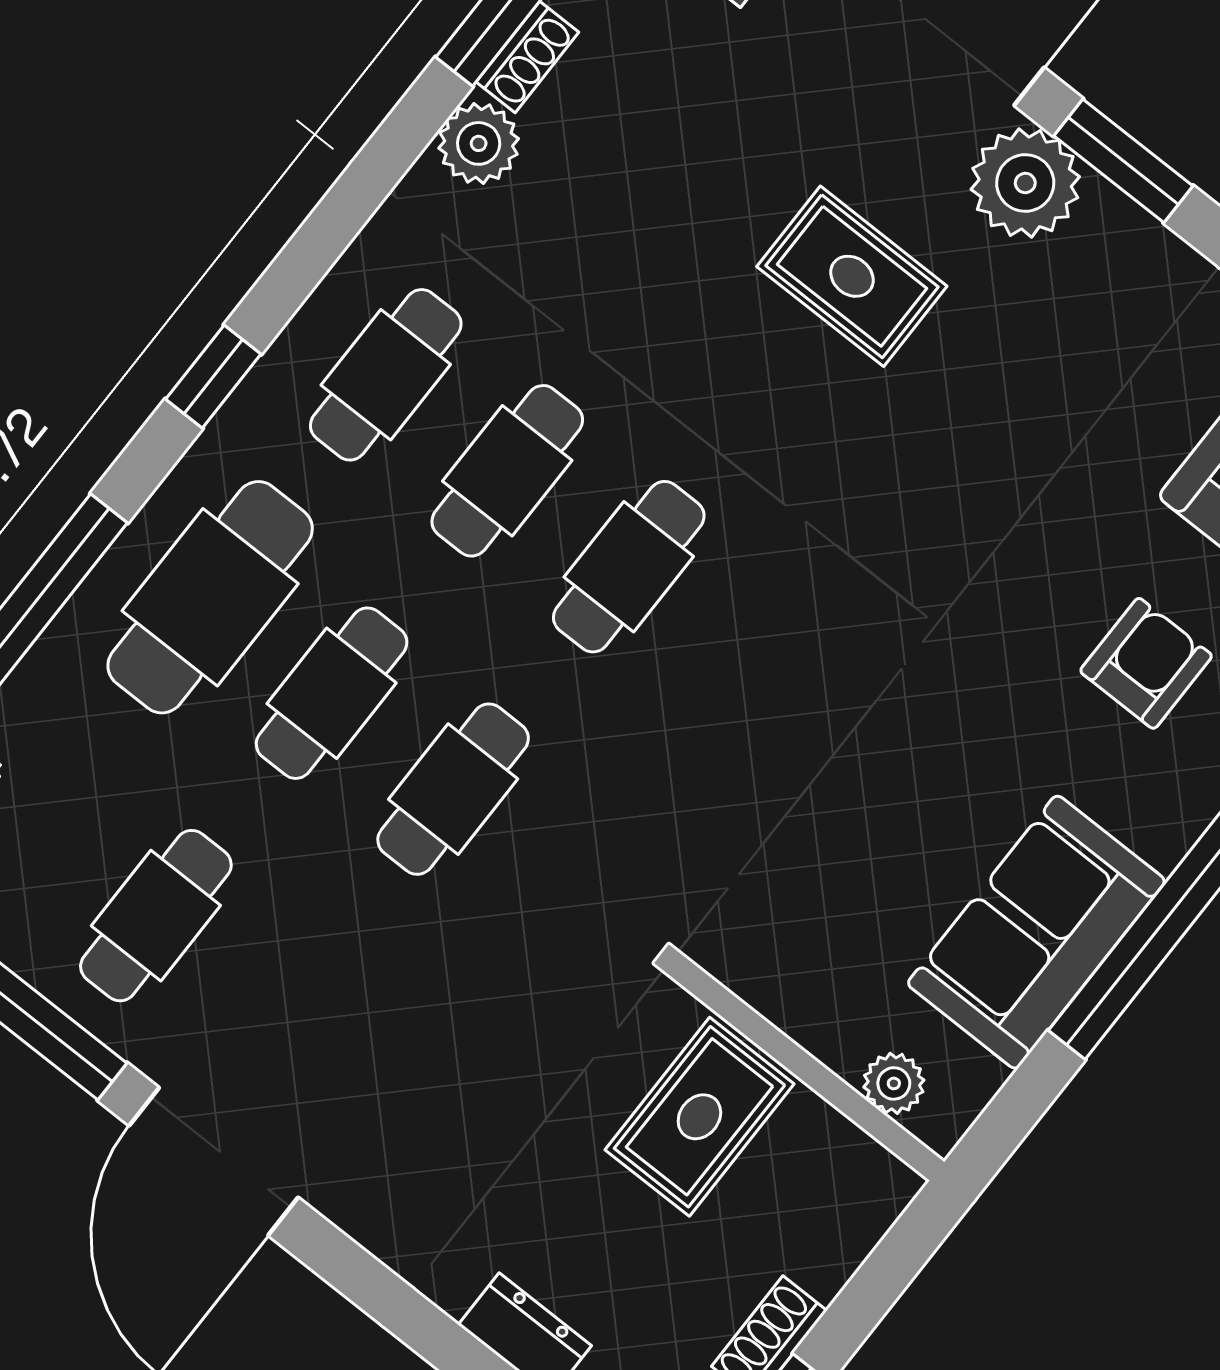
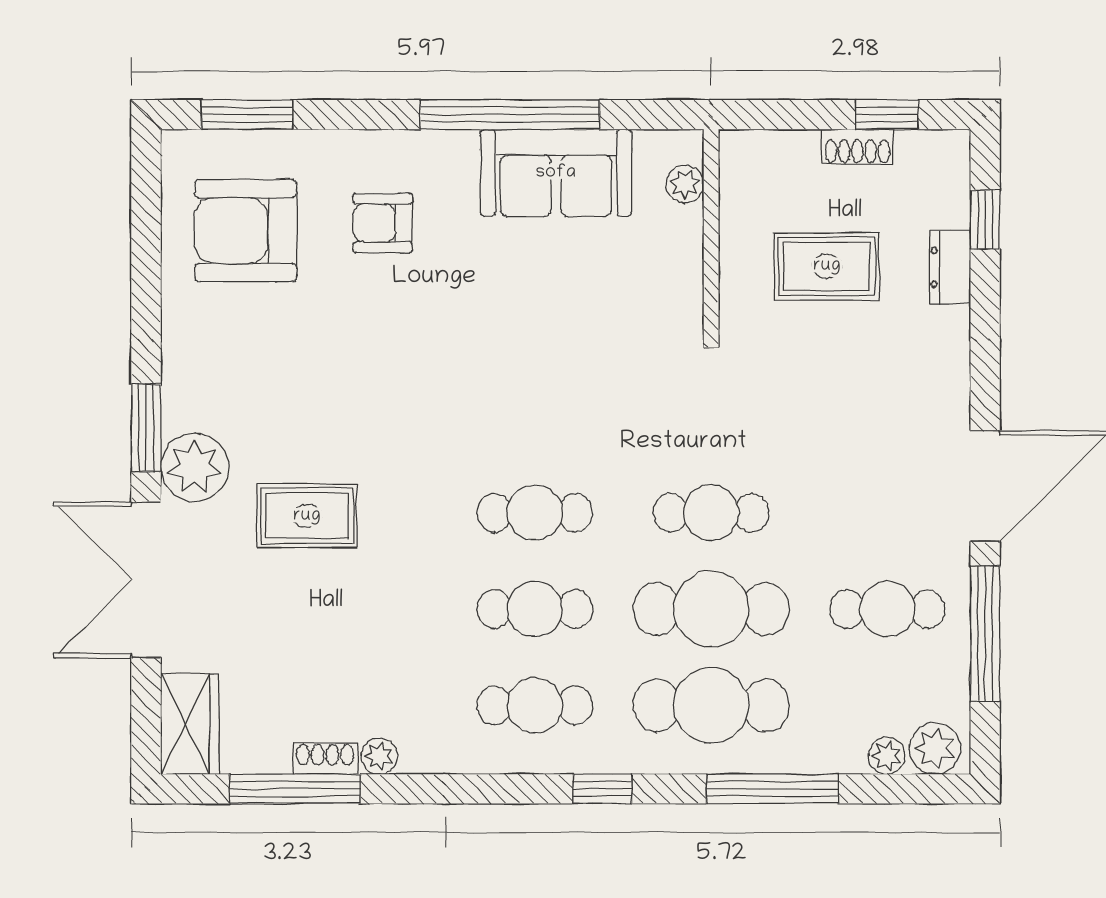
plant: (479, 143) -> (379, 756), width x0.73, depth x0.73
rug: (852, 276) -> (307, 516), turned 90
cafe table: (332, 693) -> (711, 609), width x1.37, depth x1.35
rug: (699, 1117) -> (827, 266), moved

